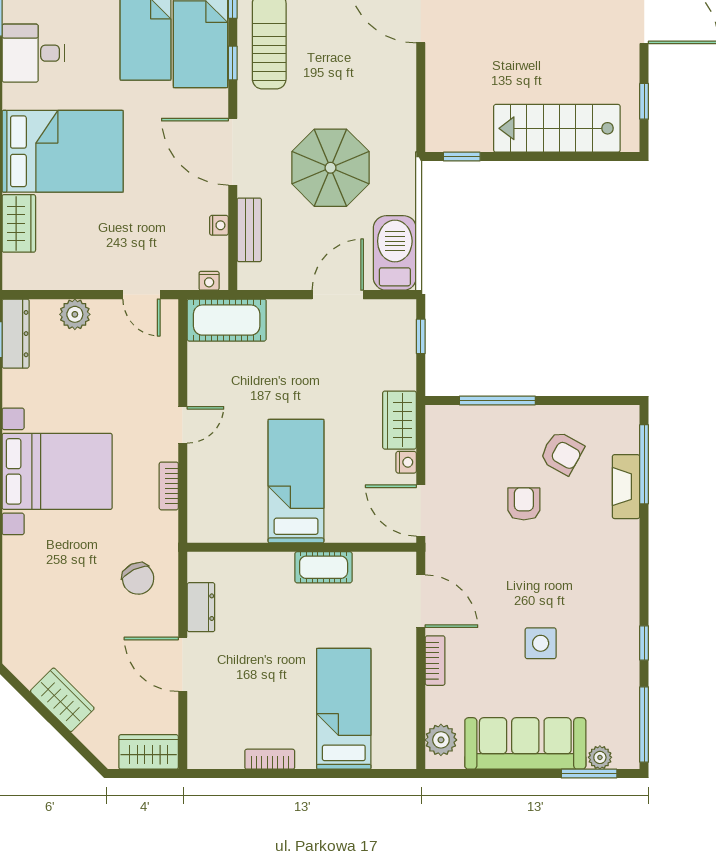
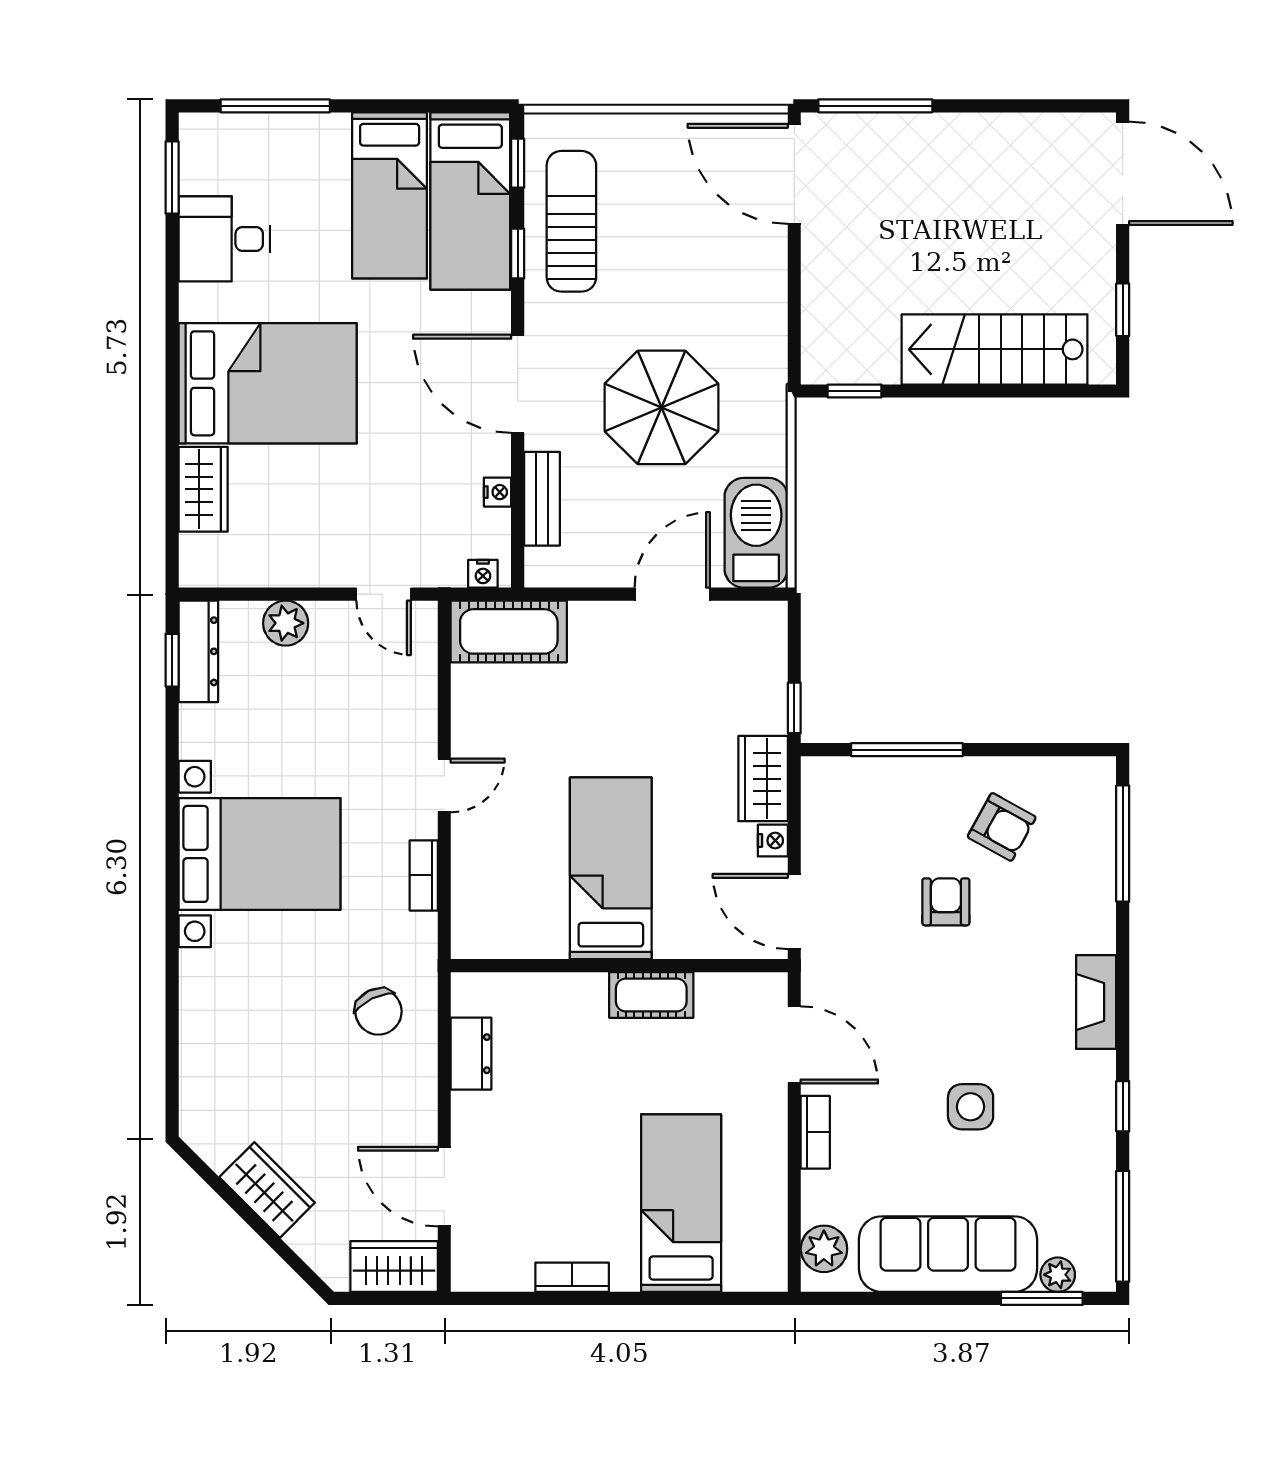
window: (421, 336) -> (794, 708), moved
fireplace: (626, 487) -> (1096, 1002), moved
door: (183, 664) -> (444, 1187), moved

